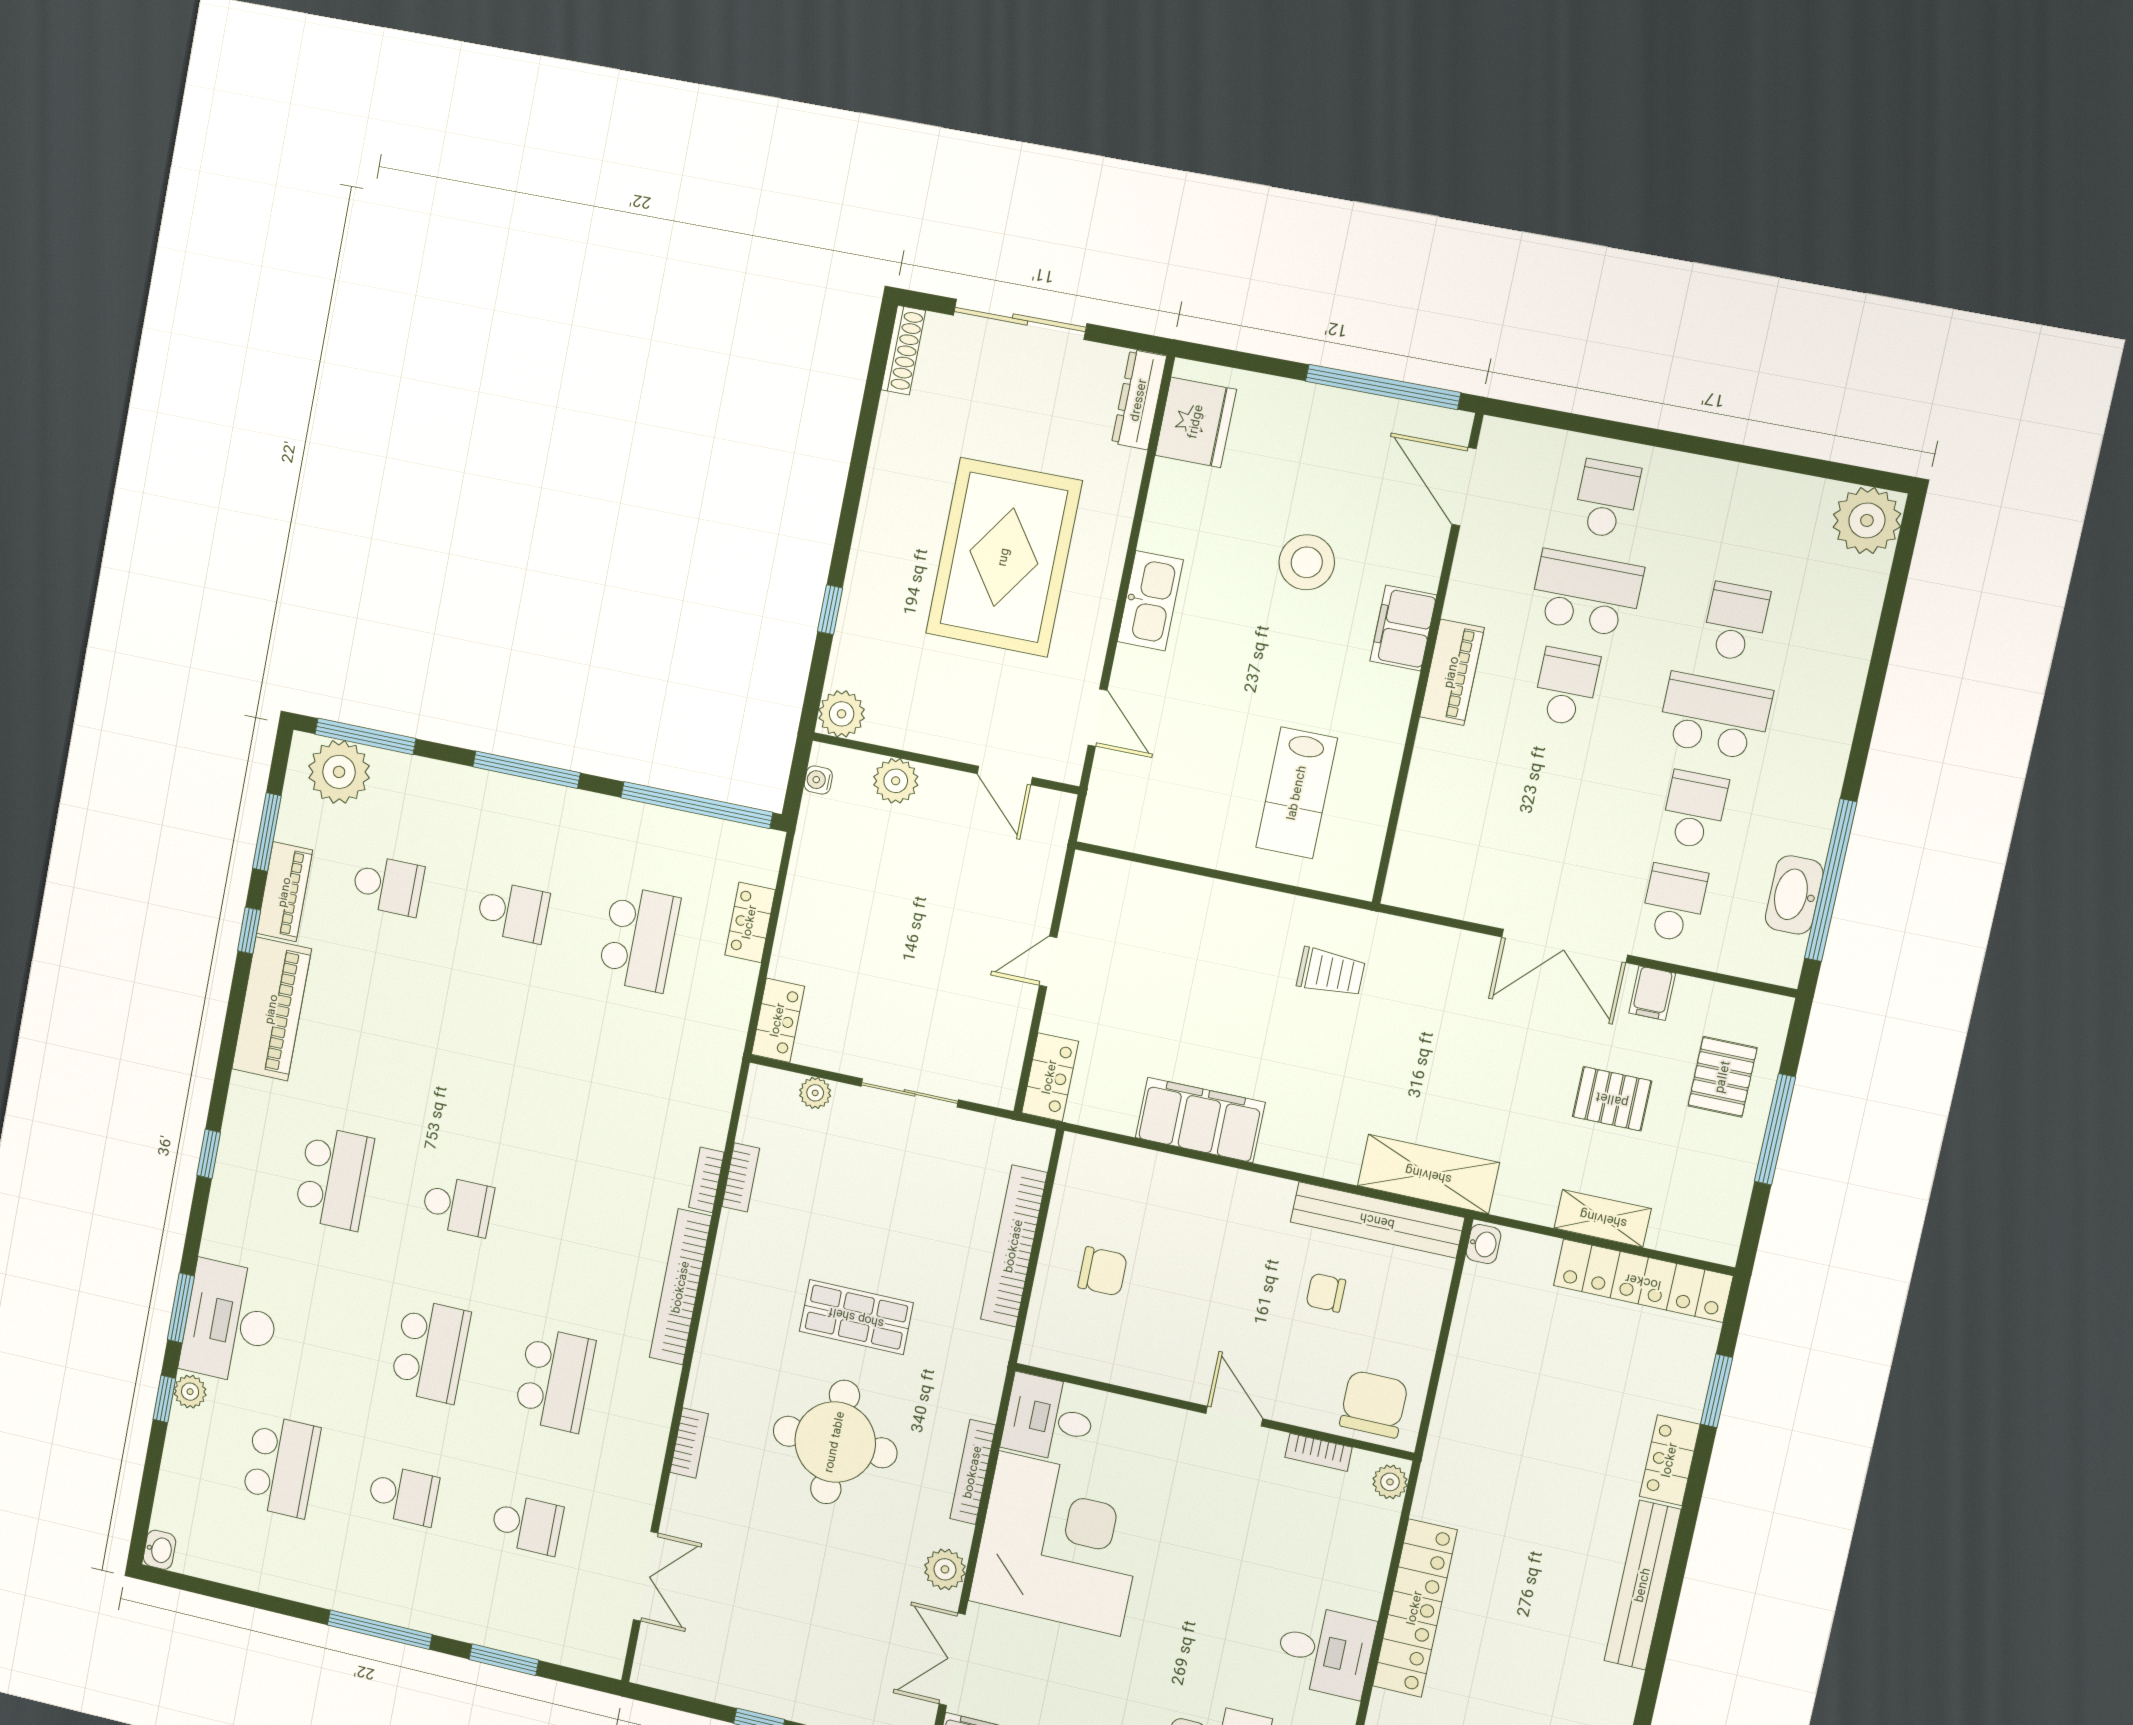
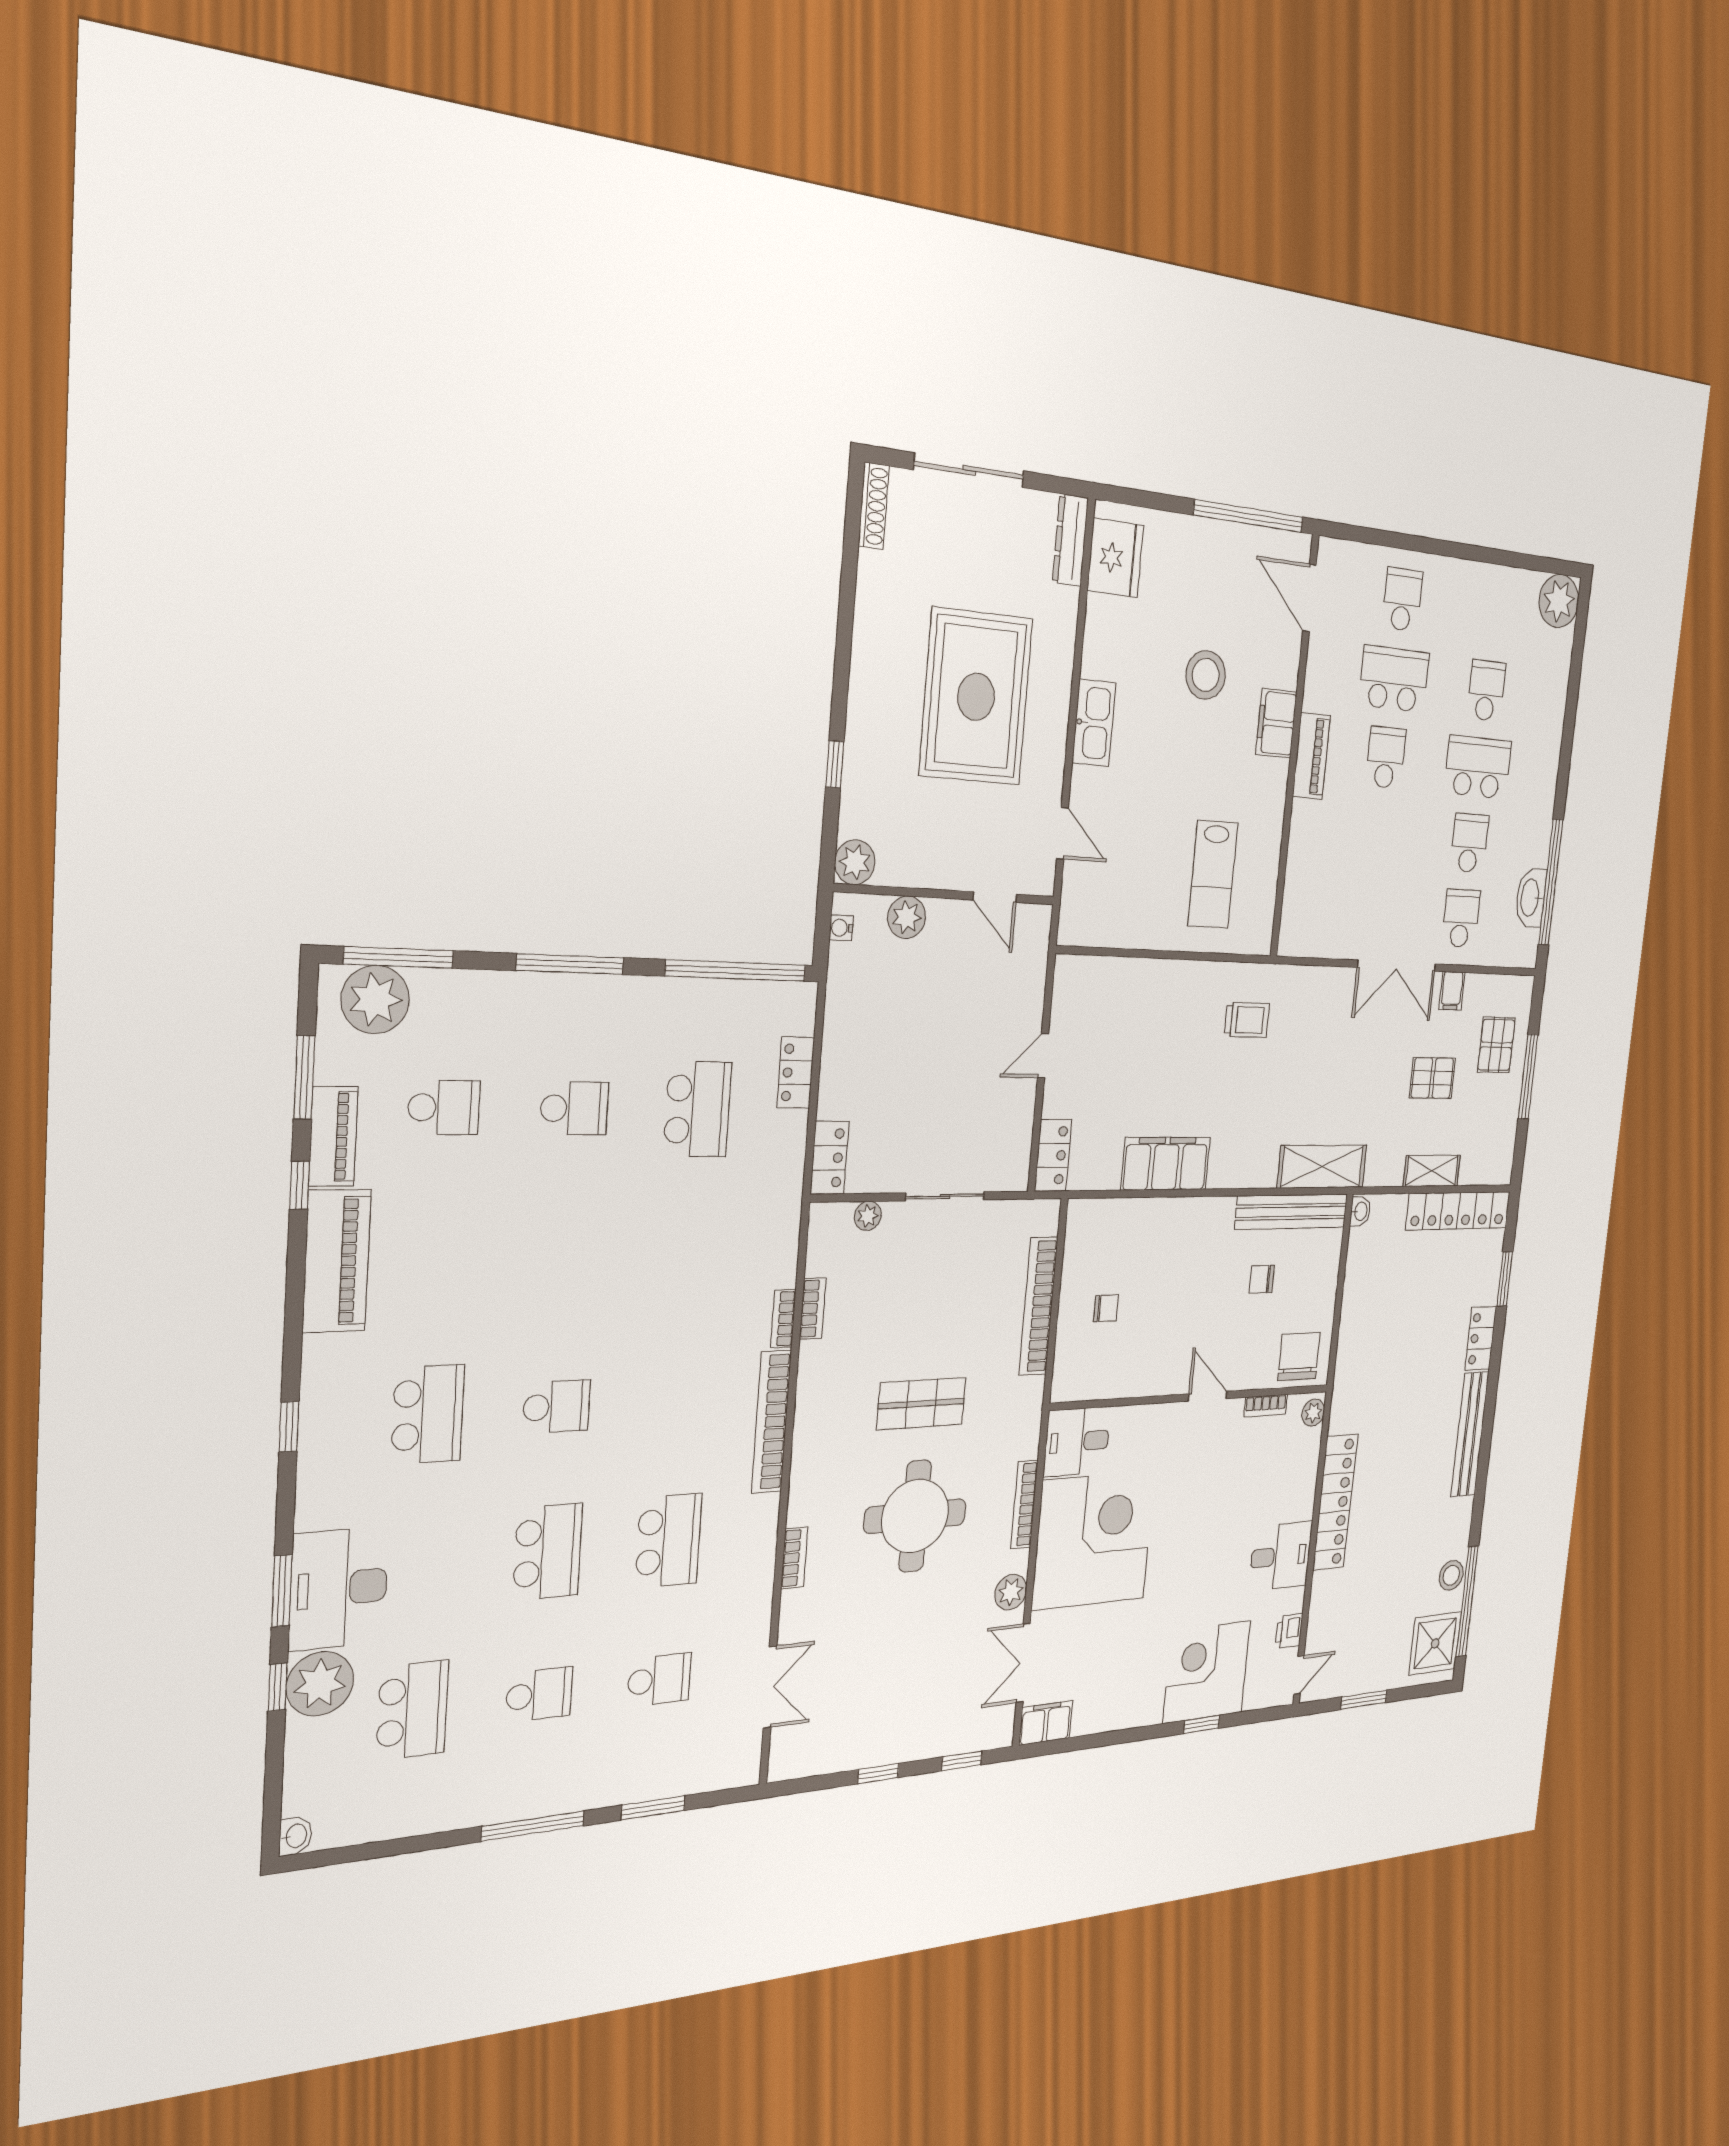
chair: (1103, 1271) -> (1106, 1308), width x0.73, depth x0.73
plant: (190, 1392) -> (320, 1684), width x1.87, depth x1.87

